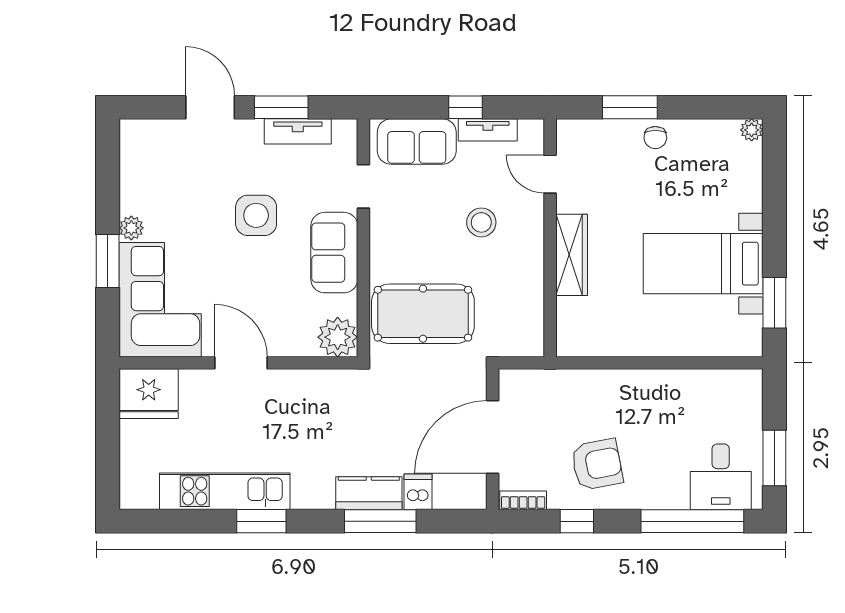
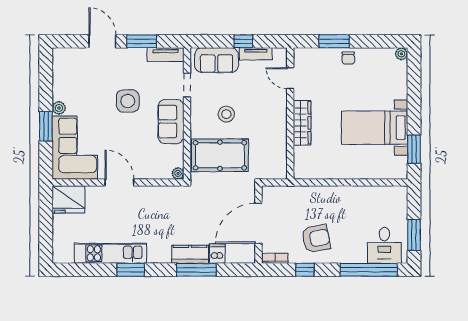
tv unit: (298, 131) -> (165, 55), moved
stool: (481, 222) -> (226, 114), moved
plant: (338, 337) -> (178, 173), width x0.53, depth x0.53

